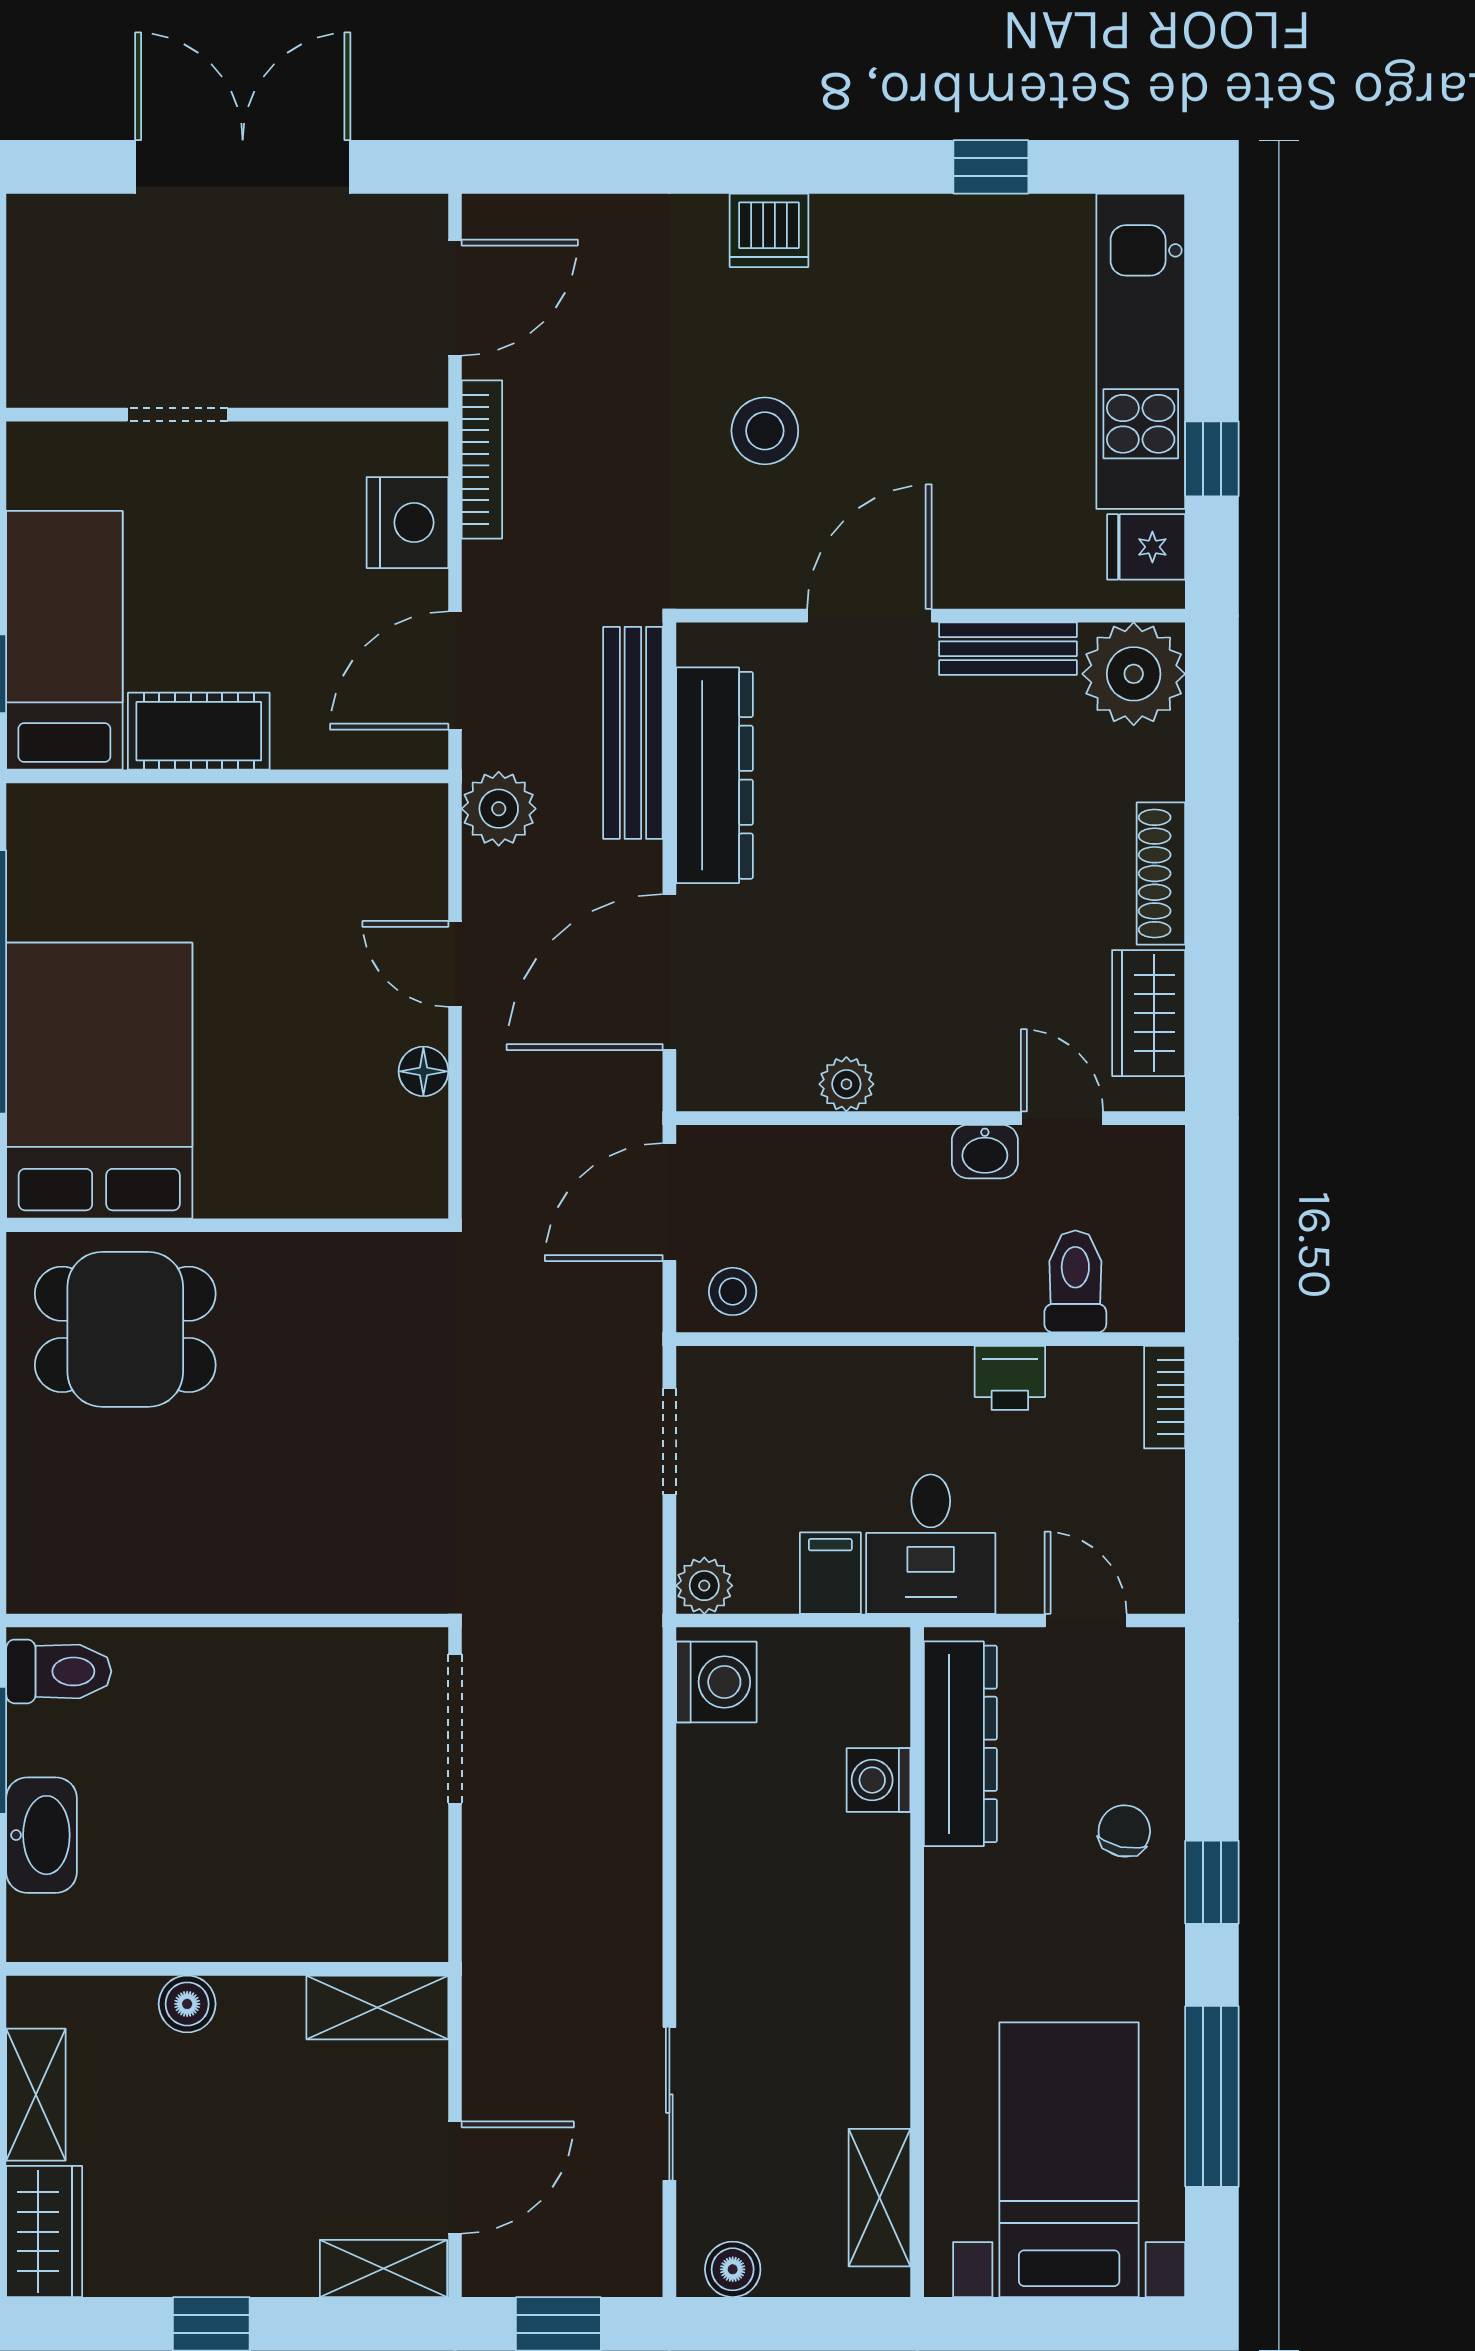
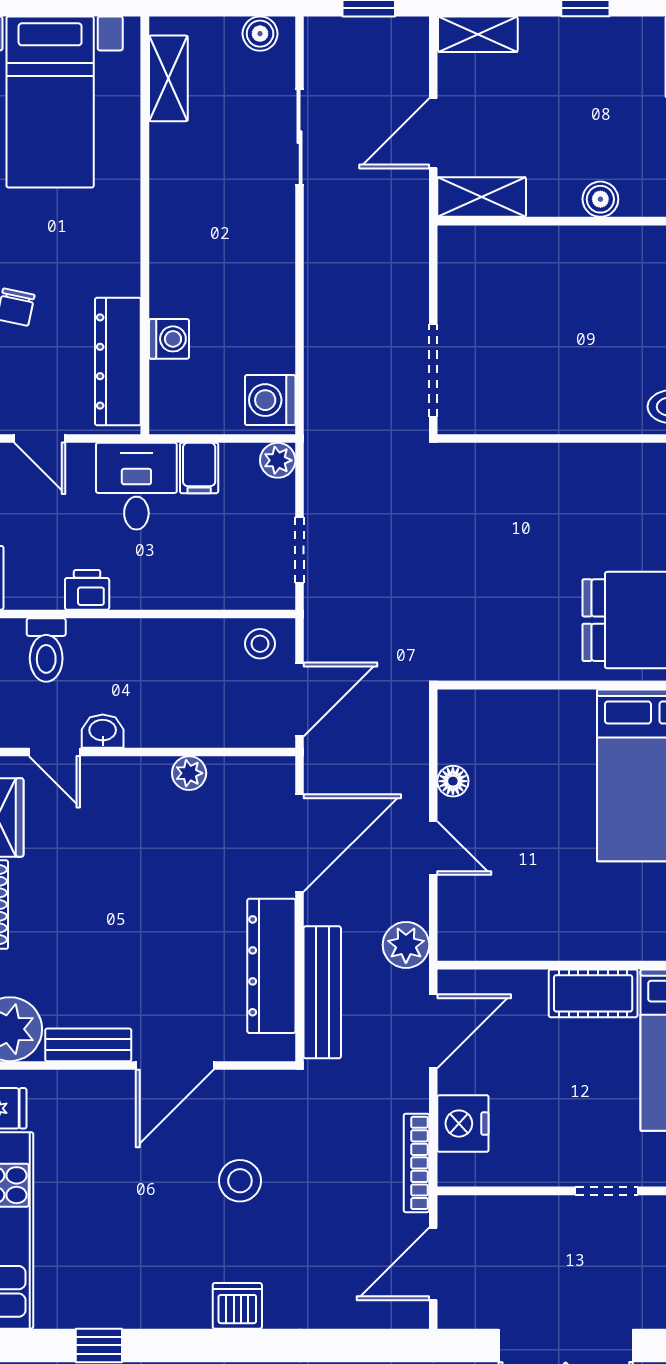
door: (455, 2177) -> (433, 133), moved

